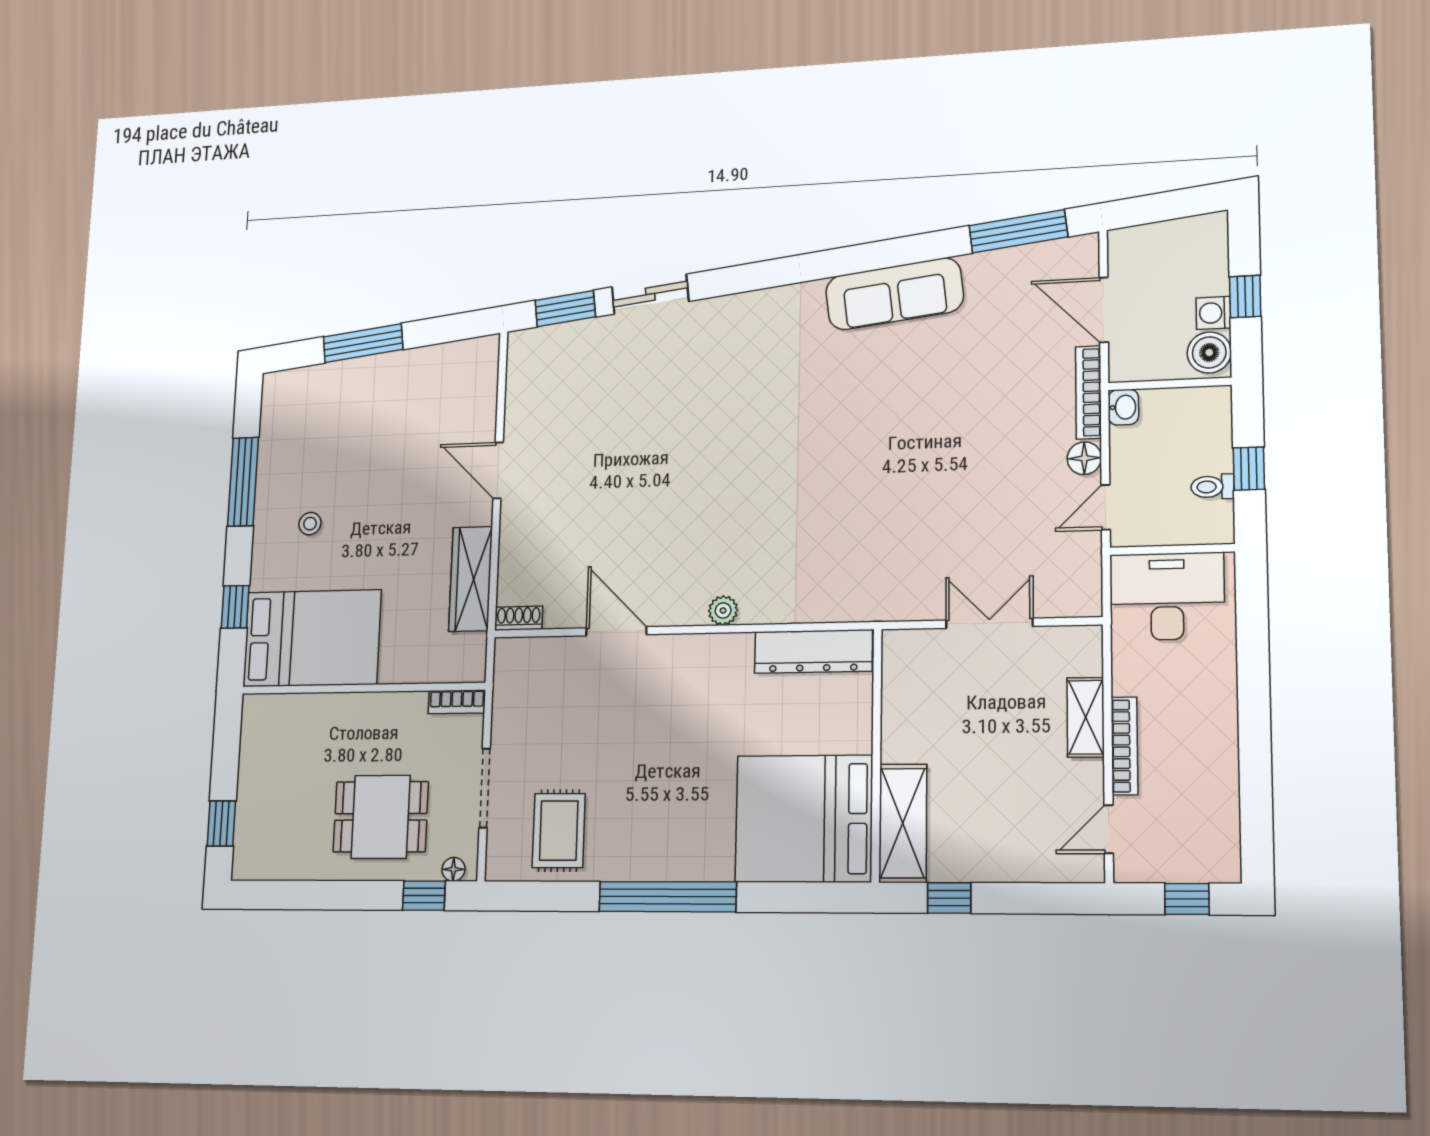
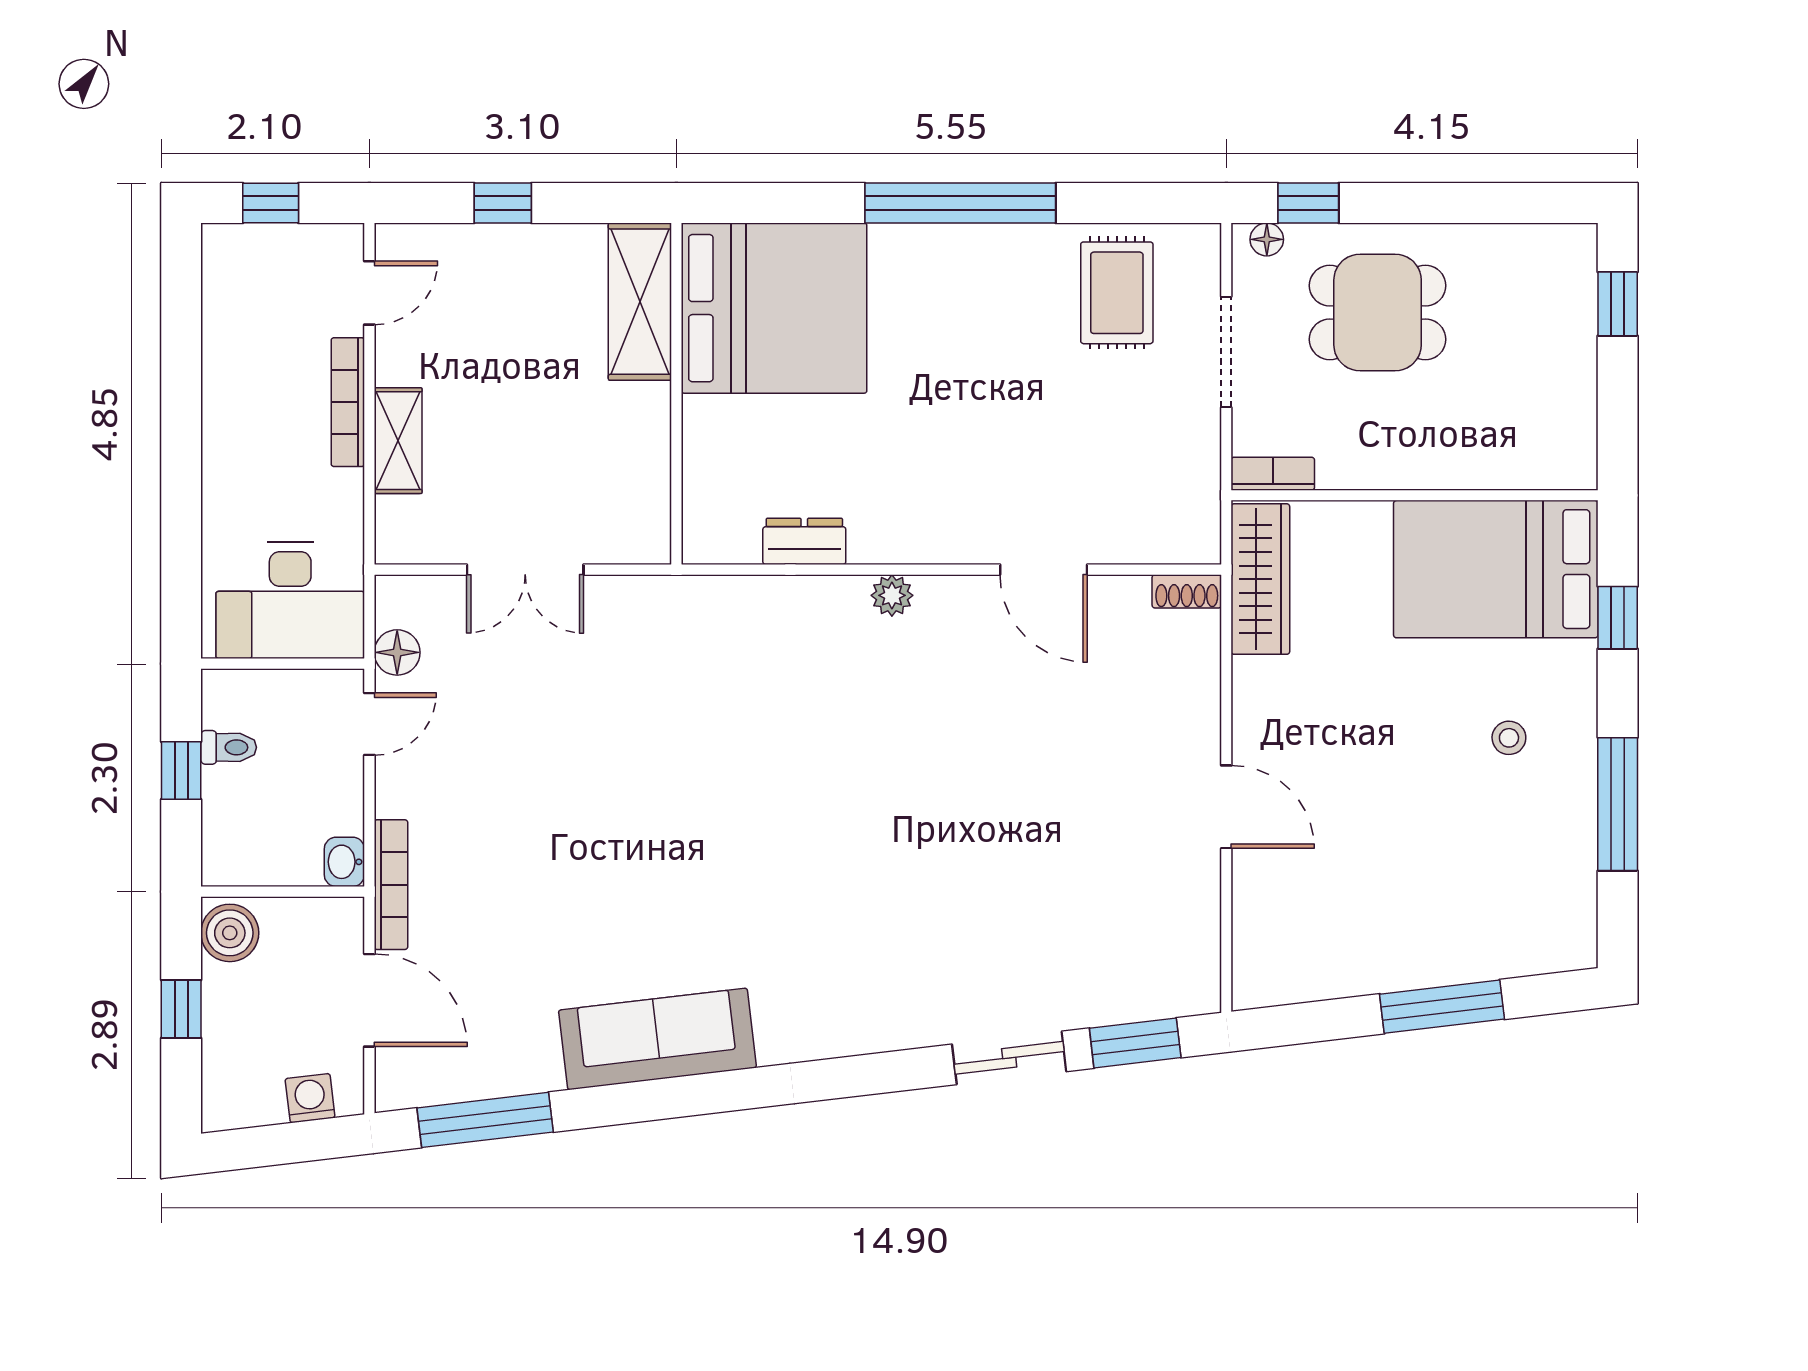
washing machine: (1213, 313) -> (310, 1098), moved, turned -97
floor lamp: (1084, 458) -> (397, 652), moved
wardrobe: (471, 579) -> (1260, 579), moved
dresser: (813, 651) -> (804, 541), width x0.51, depth x0.80
window: (949, 898) -> (503, 203), moved

